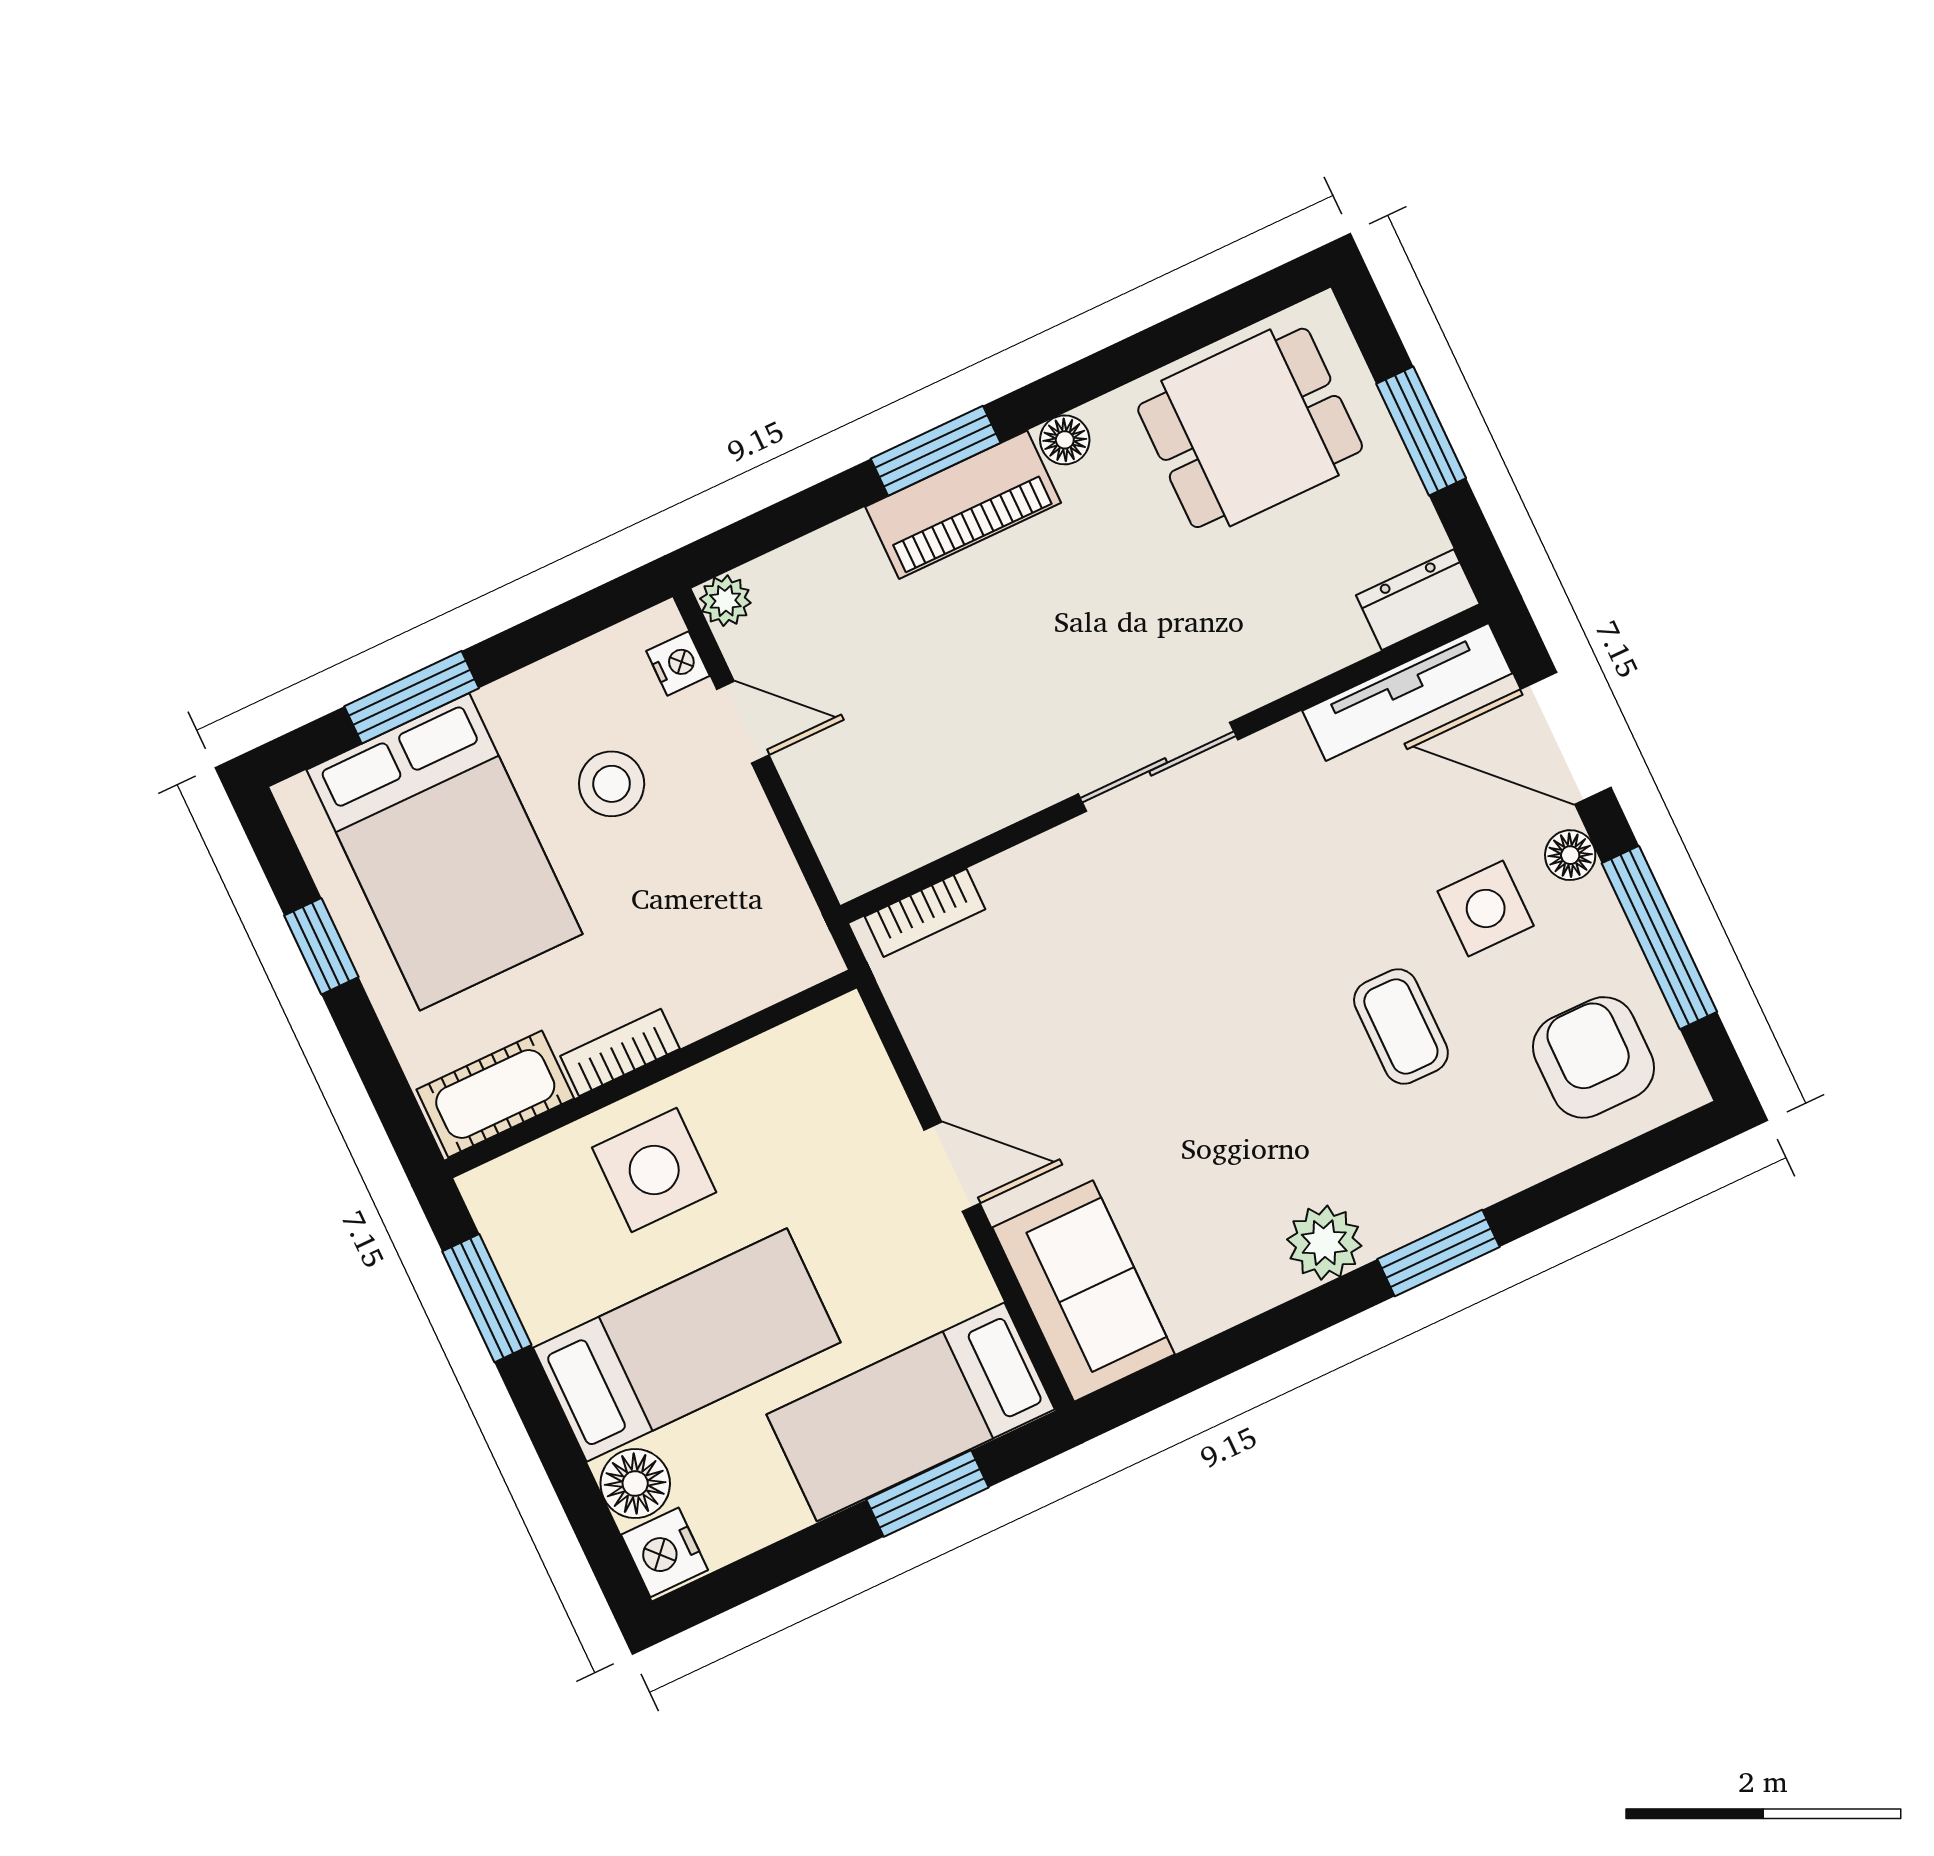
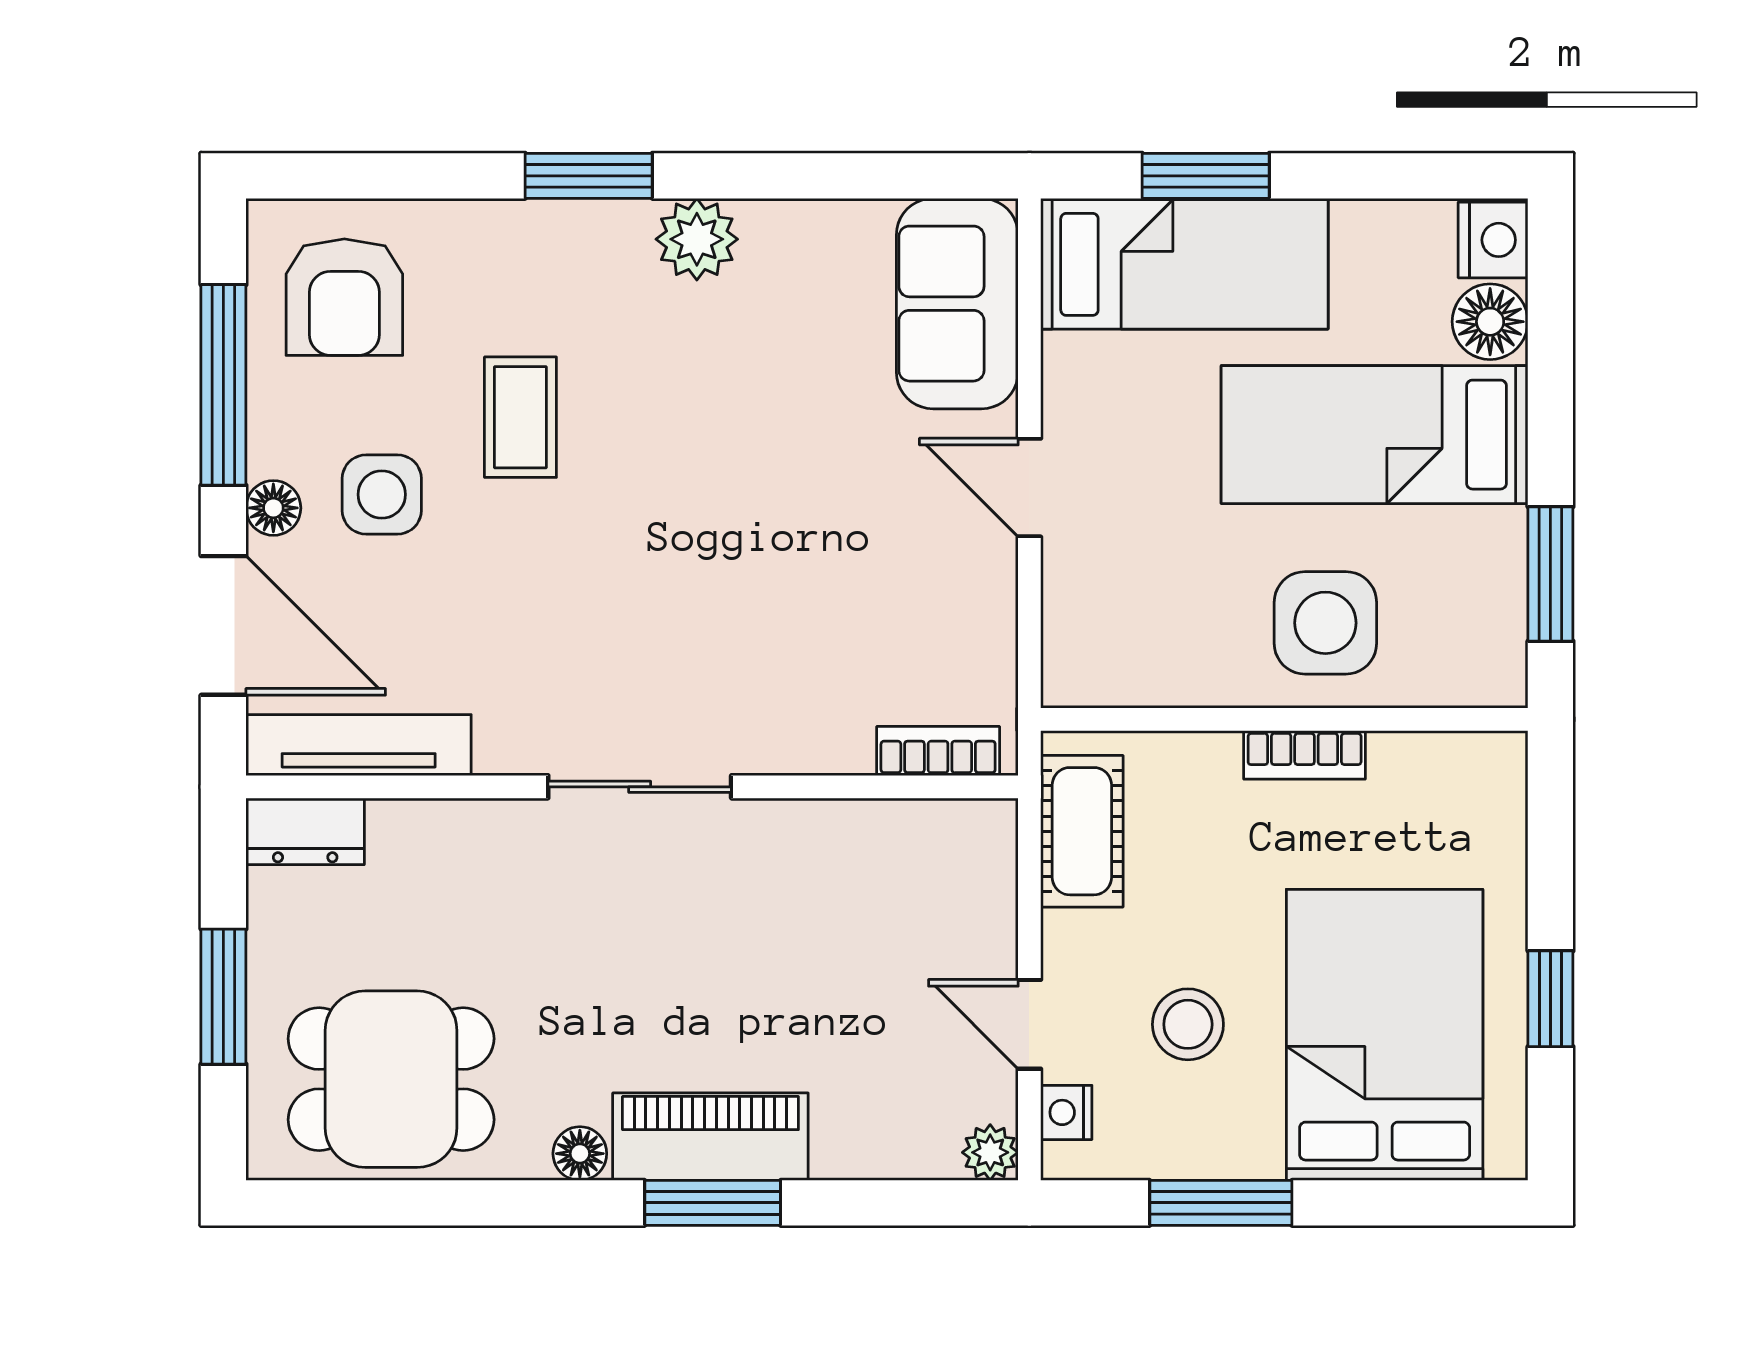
window: (412, 697) -> (1221, 1203), moved
cot: (495, 1094) -> (1082, 831), moved, turned 90

